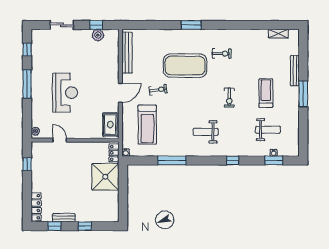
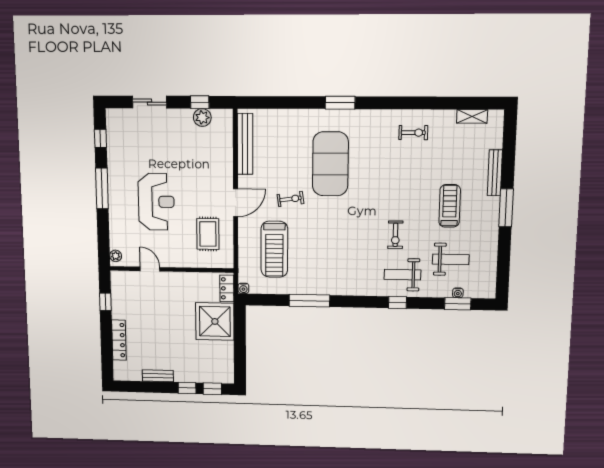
exercise bike: (222, 54) -> (413, 133), moved
exercise mat: (185, 66) -> (330, 164), turned 90
exercise bike: (229, 98) -> (395, 235), moved
rug: (110, 125) -> (208, 234), moved
weight bench: (206, 132) -> (402, 275), moved
locker: (36, 207) -> (119, 340), moved
window: (54, 226) -> (212, 389), moved

